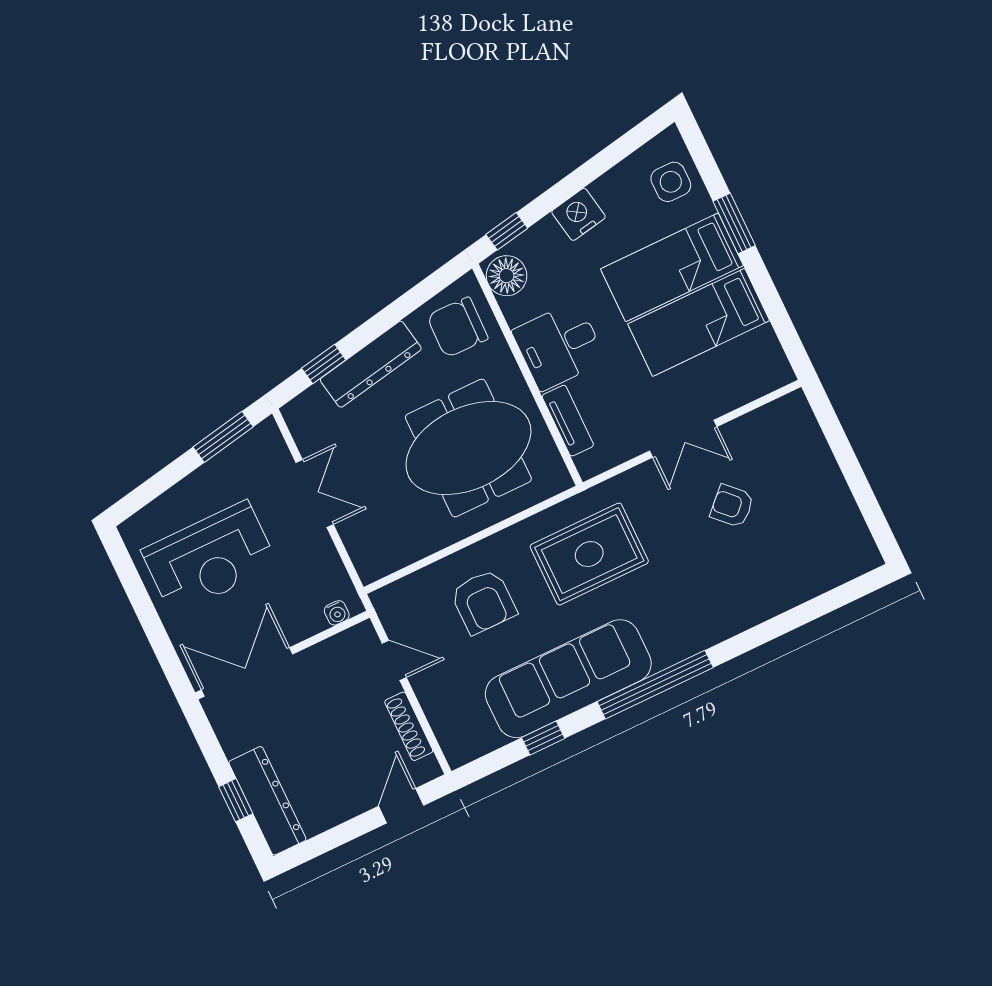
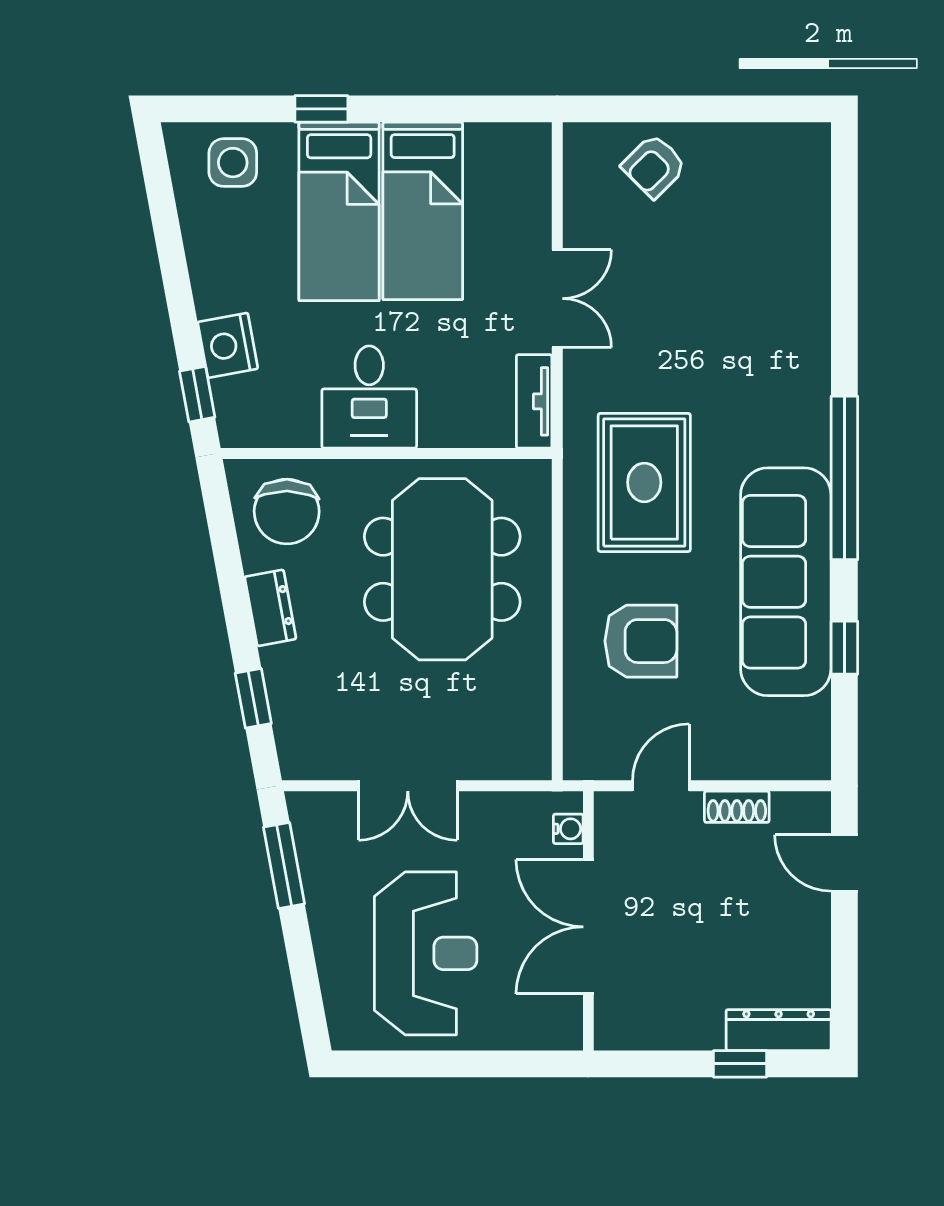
nightstand: (578, 214) -> (228, 345), moved
window: (734, 223) -> (321, 109), width x0.67
floor lamp: (507, 276) -> (252, 421), removed
dresser: (371, 364) -> (270, 608), width x0.51, depth x0.80
tv unit: (568, 421) -> (534, 401), moved, turned -90
double door: (315, 493) -> (408, 786), swing flipped
armchair: (732, 506) -> (654, 166), moved
double door: (247, 672) -> (588, 927), moved
shoe rack: (409, 726) -> (737, 807), width x0.70
dresser: (267, 801) -> (779, 1030), width x0.73, depth x0.80

